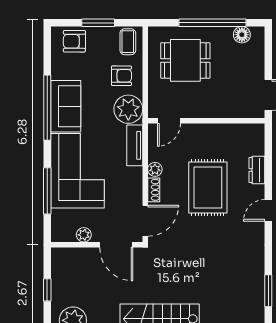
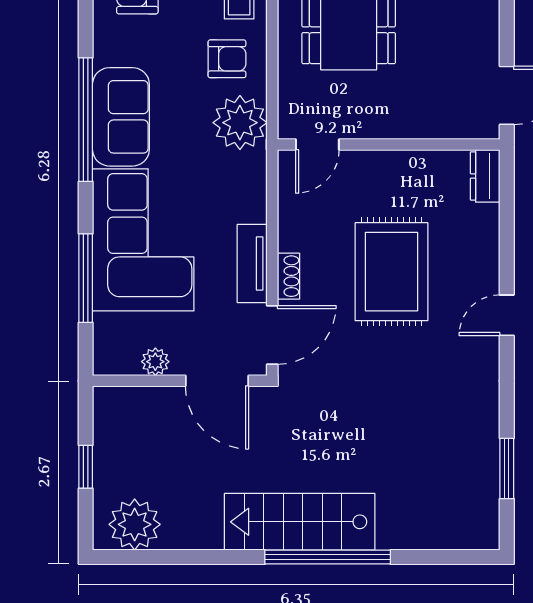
tv unit: (135, 145) -> (252, 263), moved
plant: (155, 169) -> (291, 237), removed
dresser: (257, 170) -> (485, 176), moved

